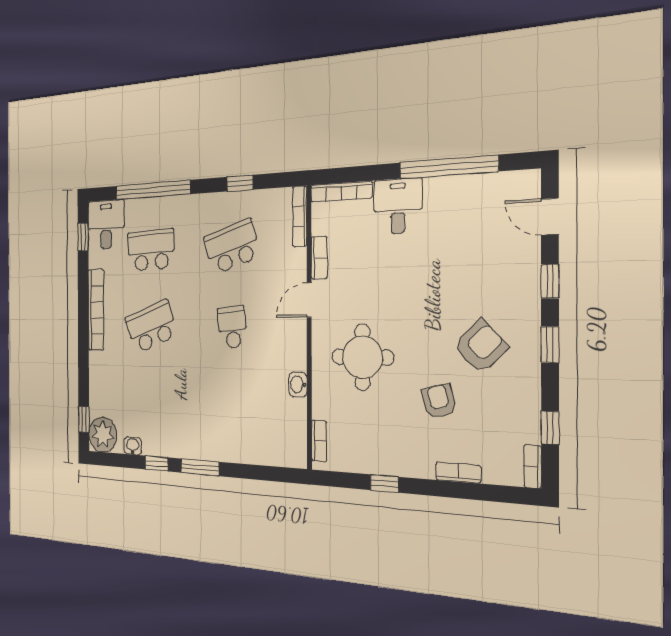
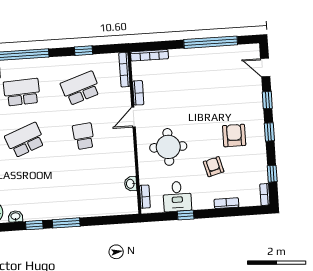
desk: (398, 206) -> (177, 196), moved, turned 180
armchair: (481, 346) -> (234, 136), turned -46
washbasin: (298, 385) -> (131, 184), moved

